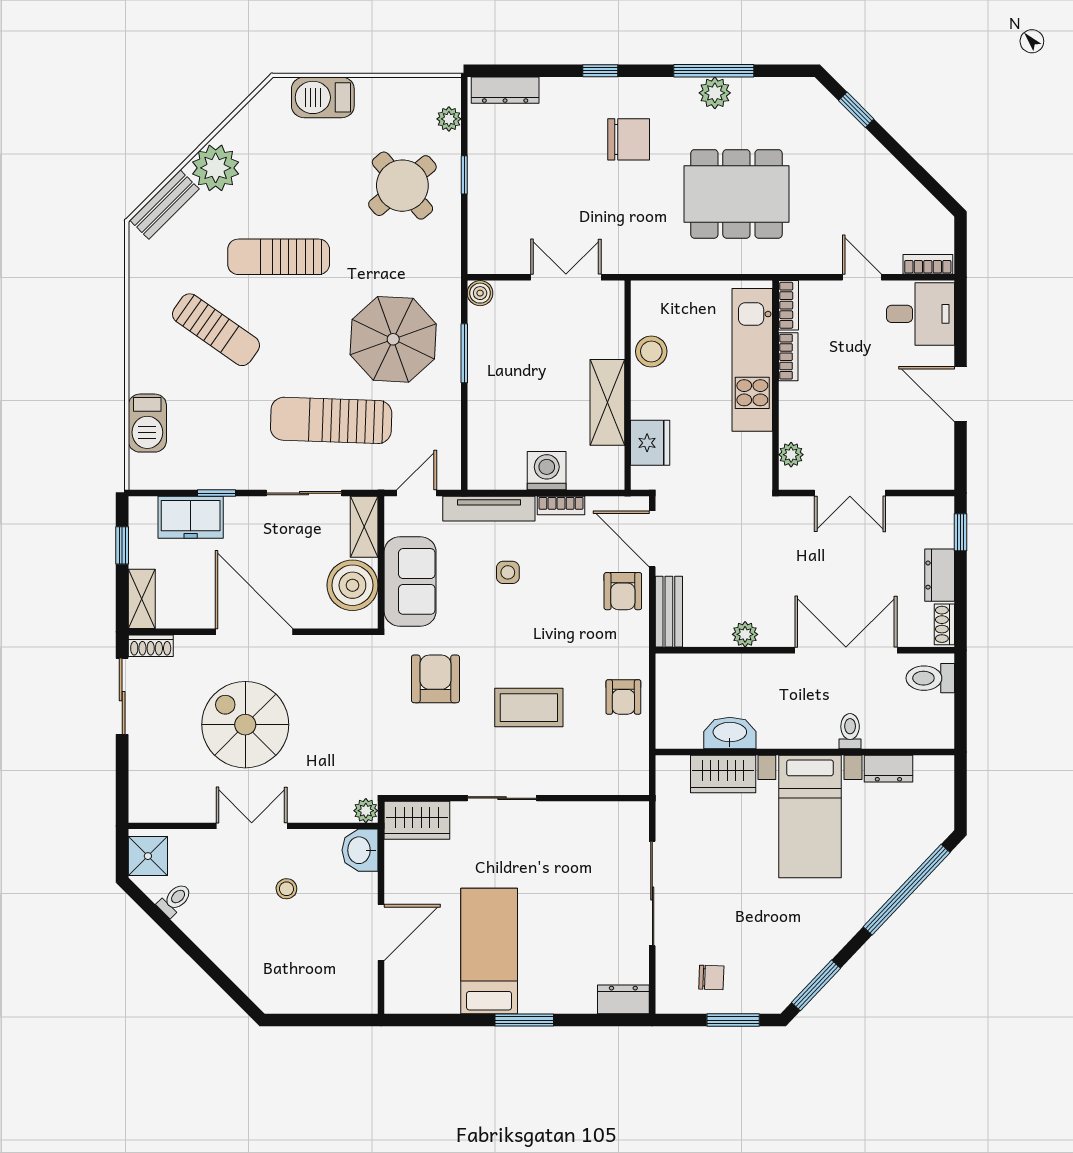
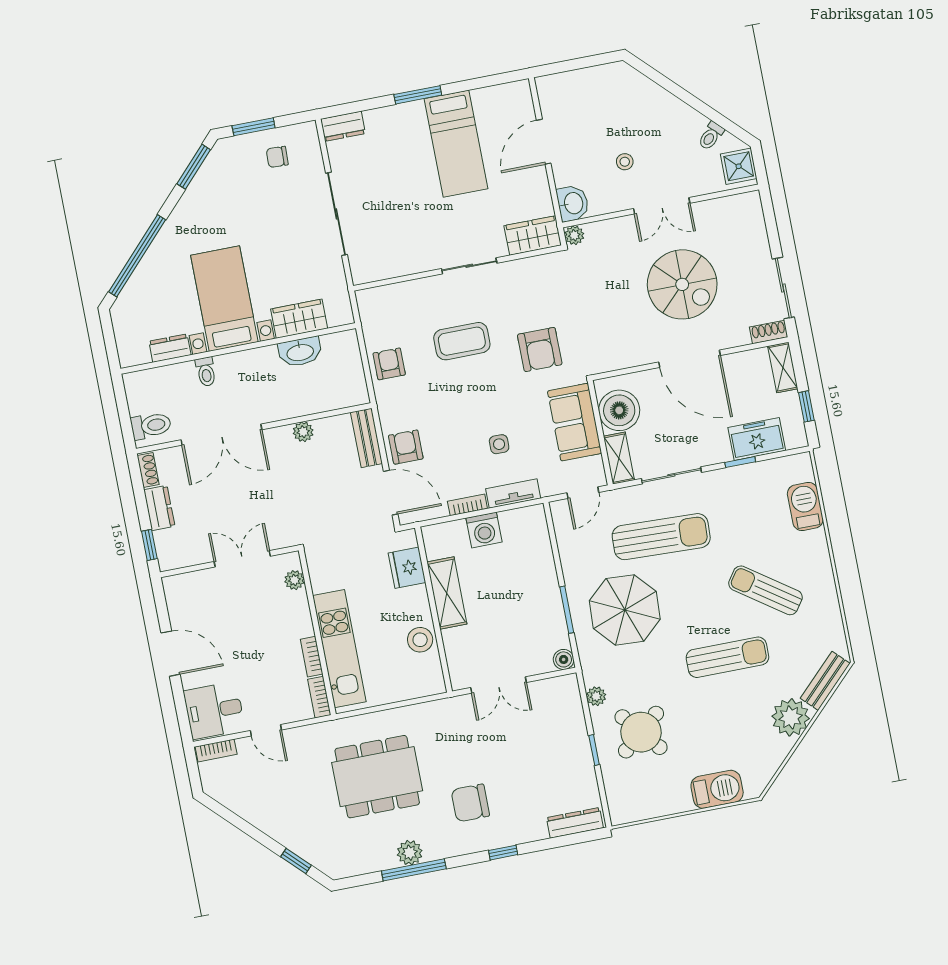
plant: (449, 119) -> (596, 696), moved
tv unit: (489, 509) -> (513, 494), width x0.71

